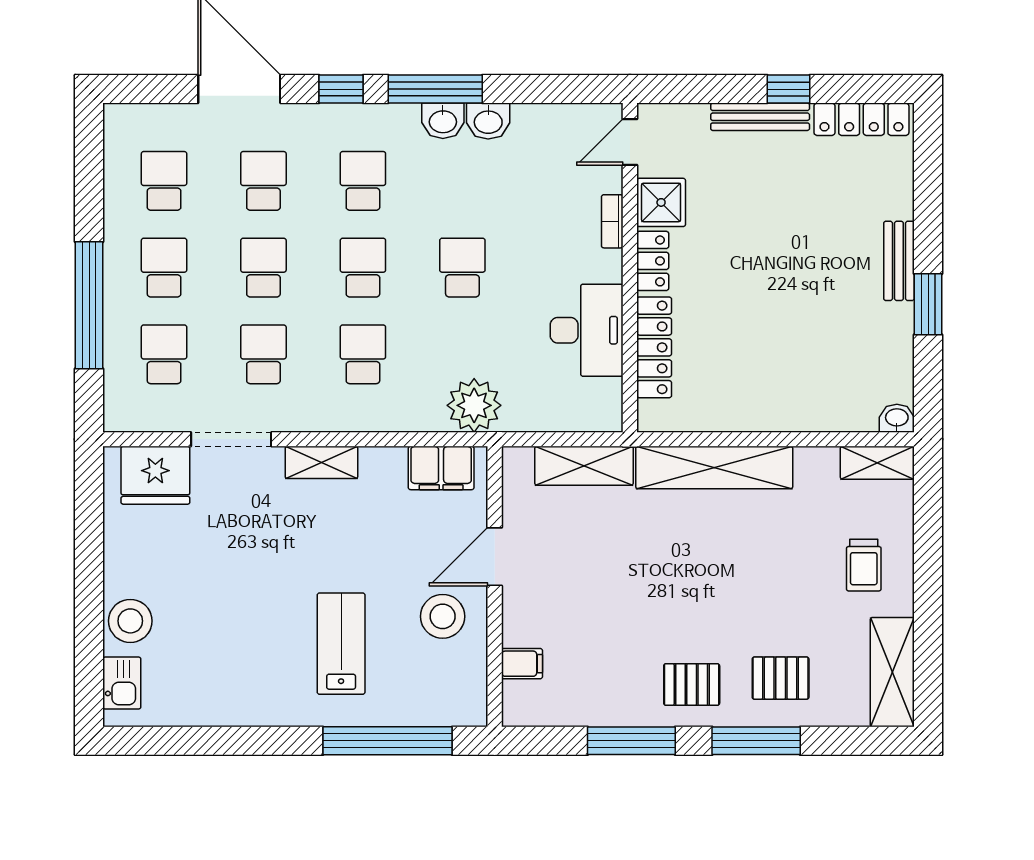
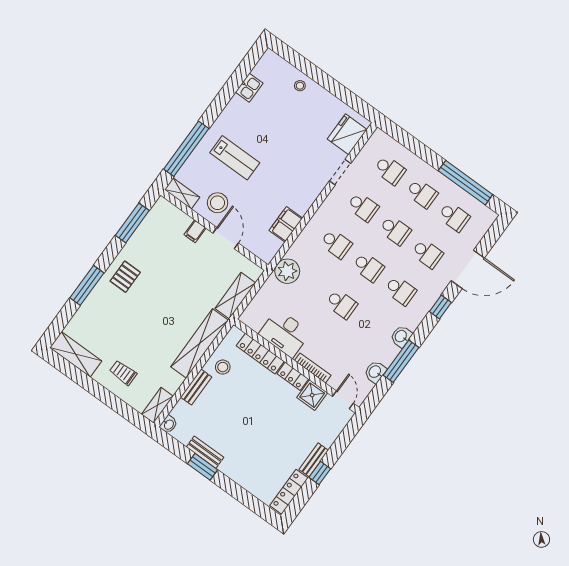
window: (435, 89) -> (401, 361), moved
bench: (760, 117) -> (314, 460), width x0.73
washbasin: (488, 121) -> (375, 372), moved
bookcase: (612, 221) -> (313, 368), width x1.56
bench: (899, 261) -> (205, 452), moved
window: (89, 305) -> (465, 183), moved
stool: (726, 396) -> (223, 367), added
bench: (795, 418) -> (196, 387), added
doorway: (231, 439) -> (340, 172), width x0.73
shelving: (321, 462) -> (182, 193), moved, turned 90
filing cabinet: (441, 468) -> (286, 224), moved
stool: (130, 621) -> (300, 86), width x0.53, depth x0.53
filing cabinet: (522, 664) -> (195, 231), moved
pallet: (781, 678) -> (104, 311), removed
kitchen sink: (122, 683) -> (249, 88), moved, turned -90
window: (631, 741) -> (132, 223), moved

